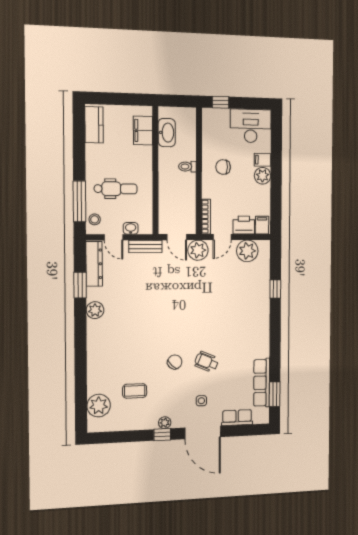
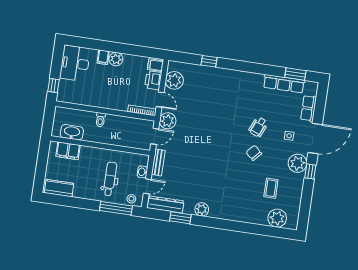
chair: (223, 167) -> (105, 91), removed
plant: (165, 423) -> (297, 163), width x1.88, depth x1.88

